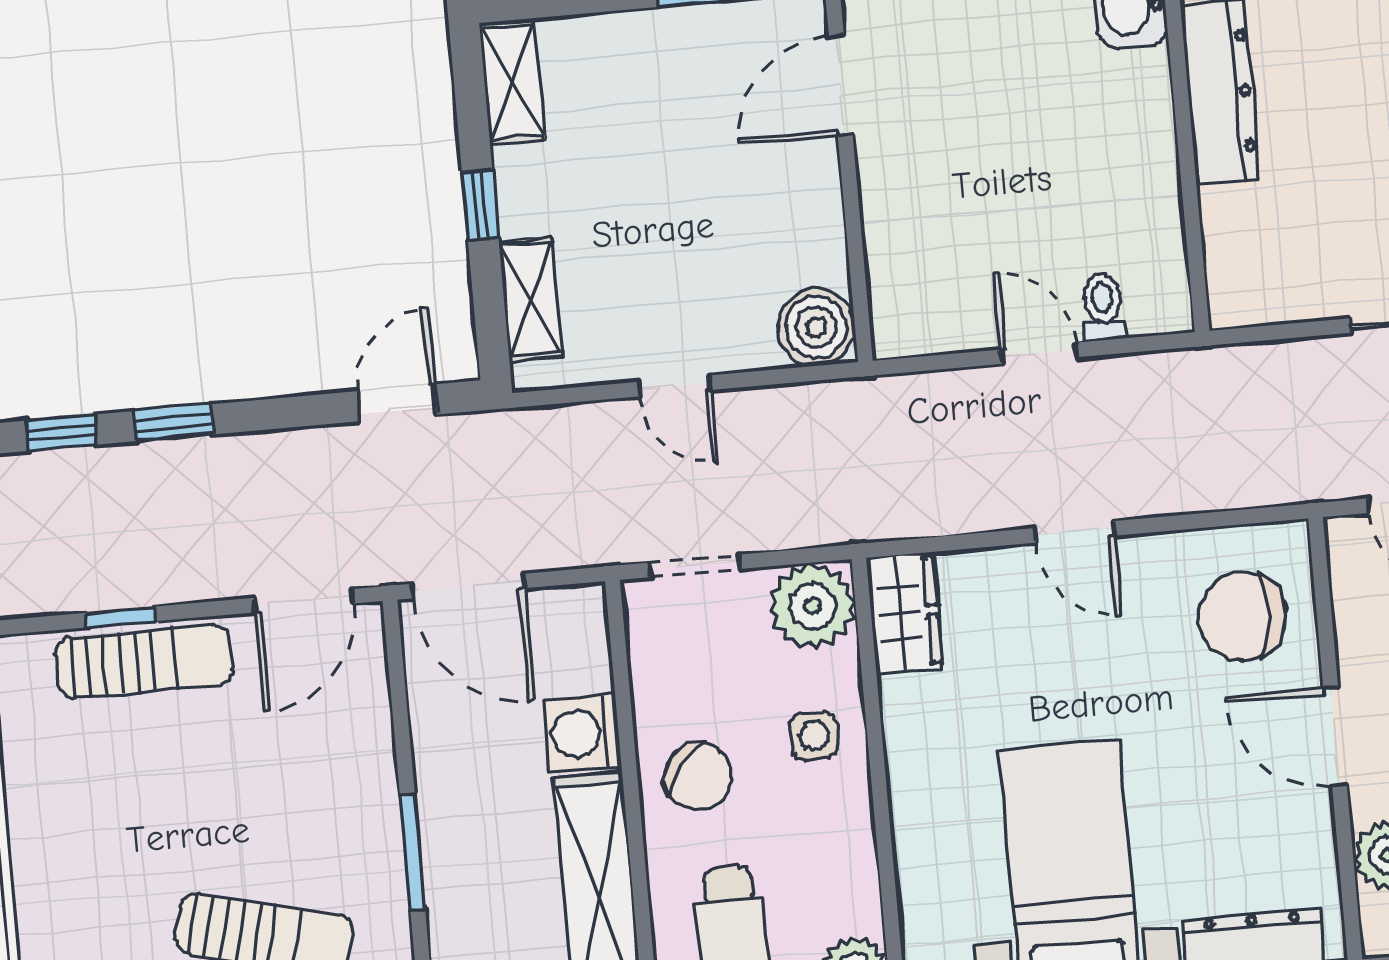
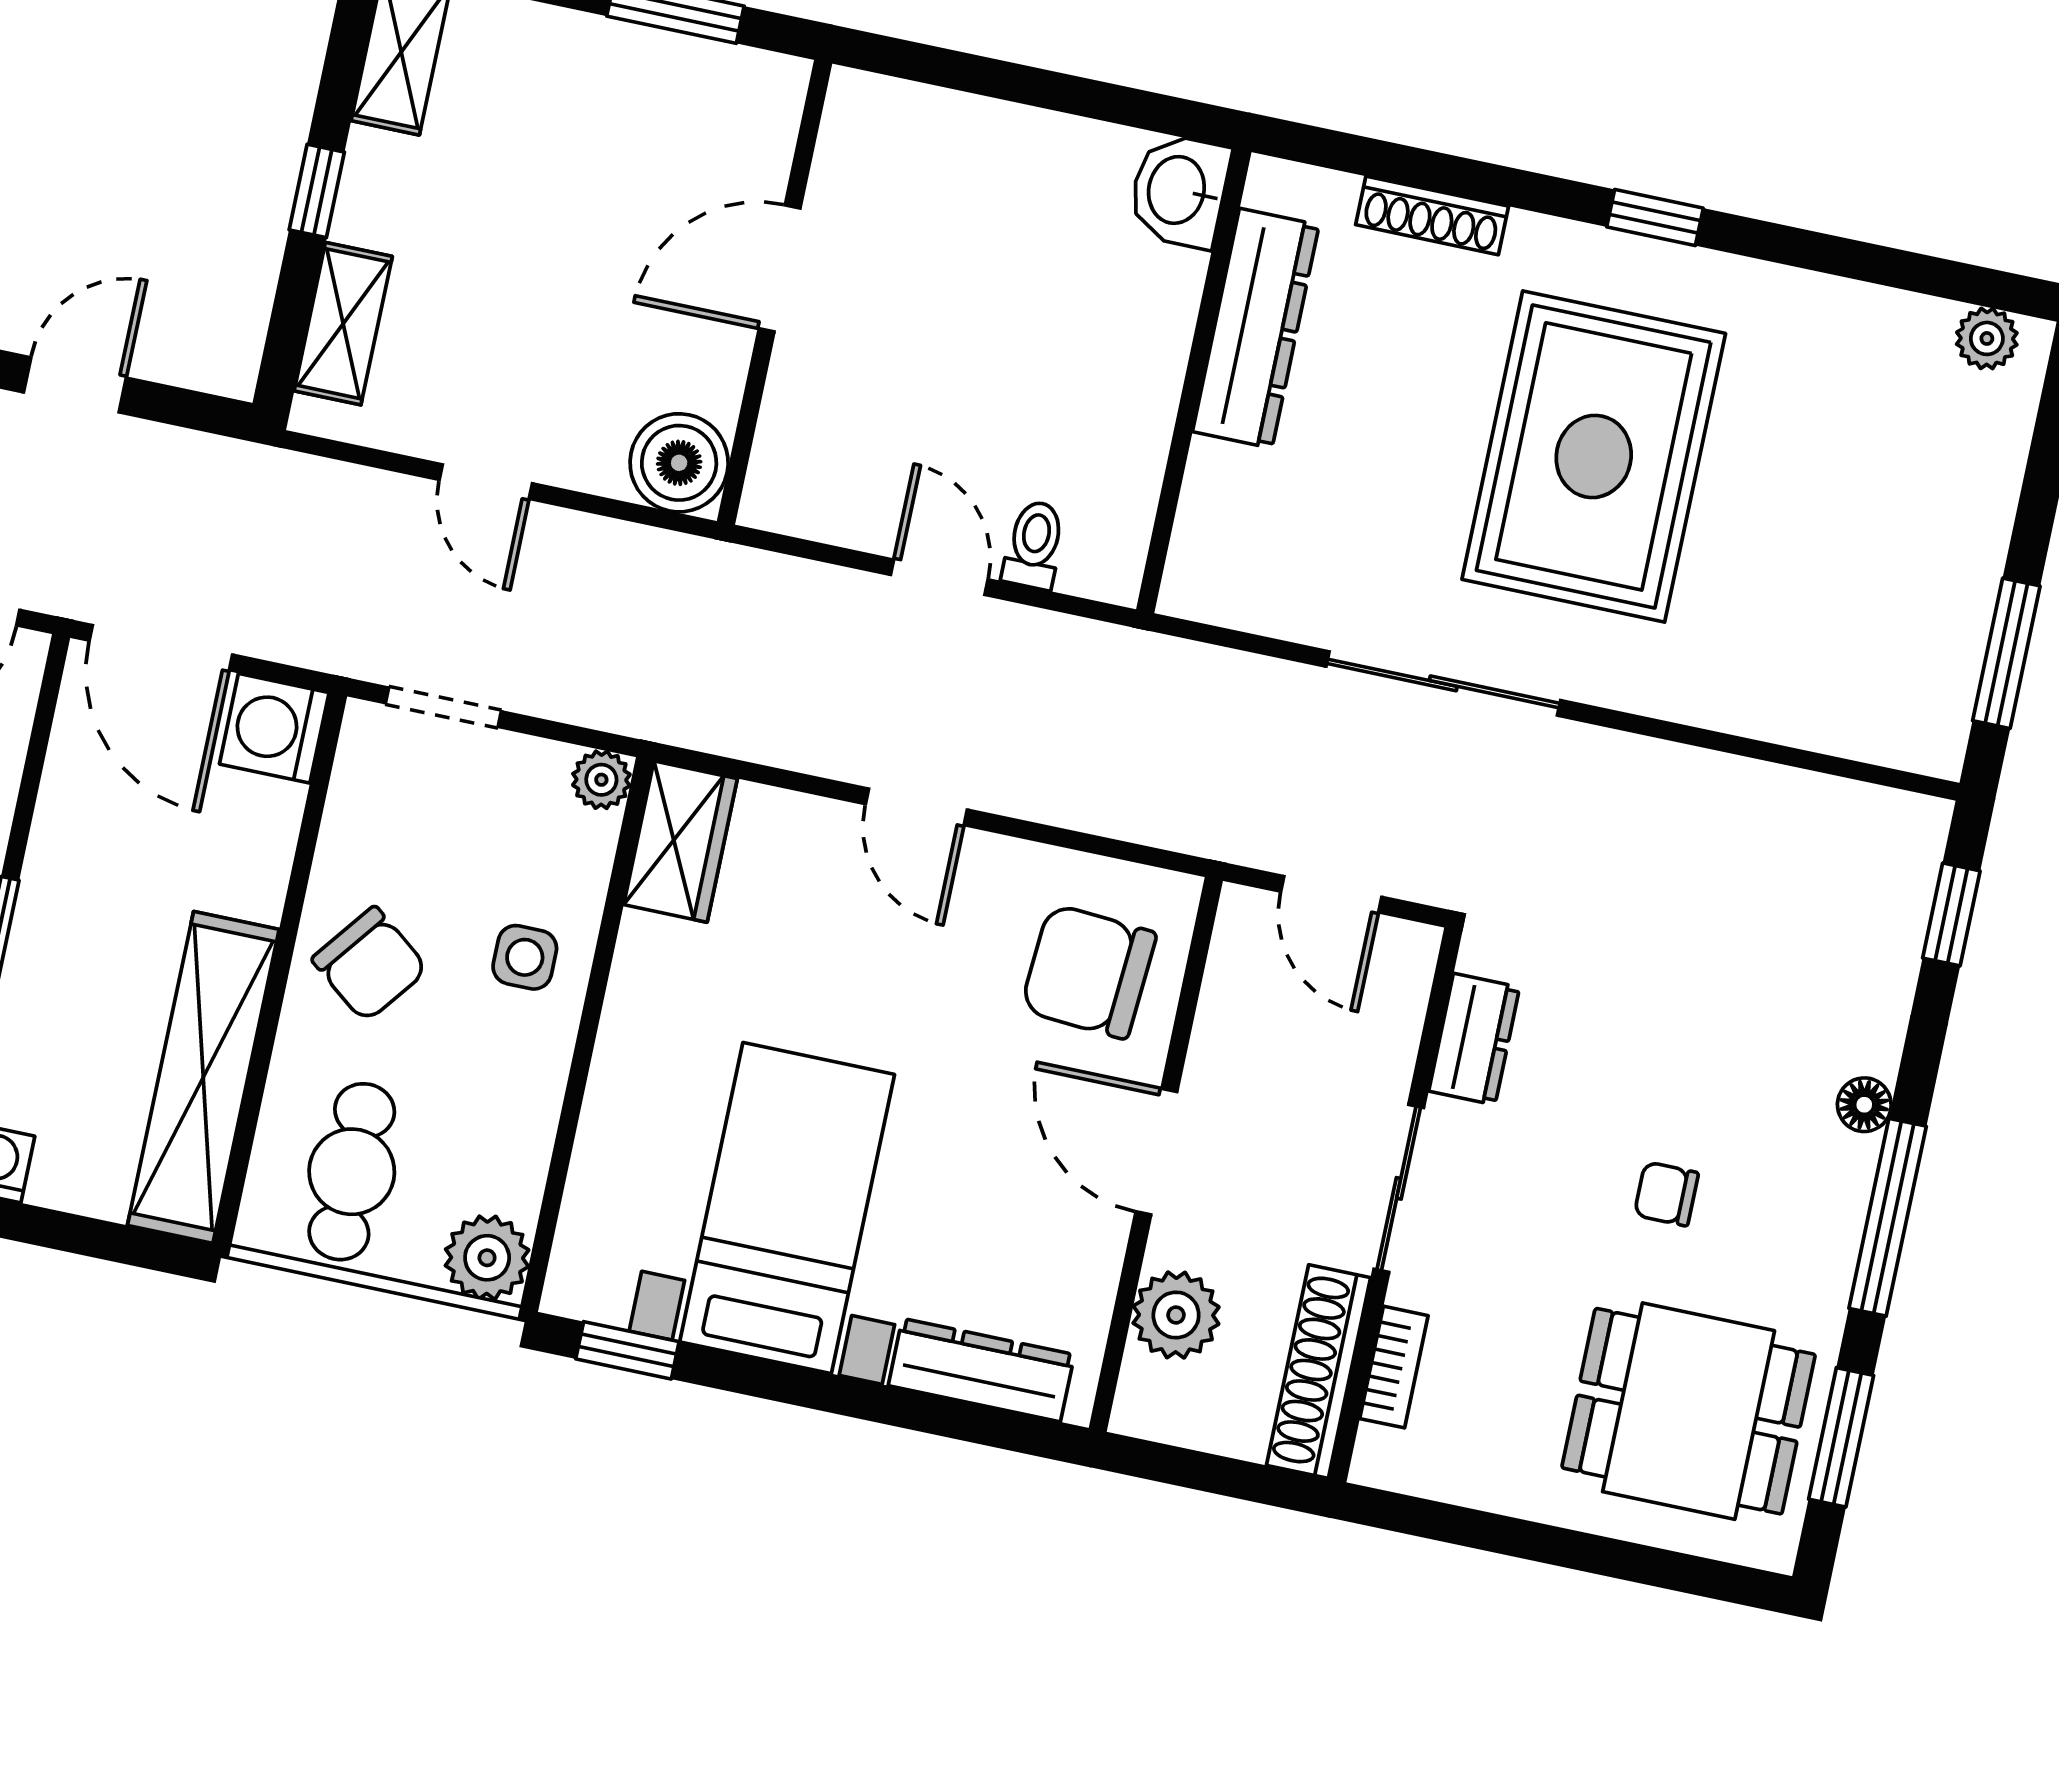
door: (841, 85) -> (780, 268), moved
door: (397, 403) -> (75, 385), moved
plant: (812, 606) -> (601, 780), width x0.53, depth x0.53
washing machine: (582, 733) -> (274, 728), moved

